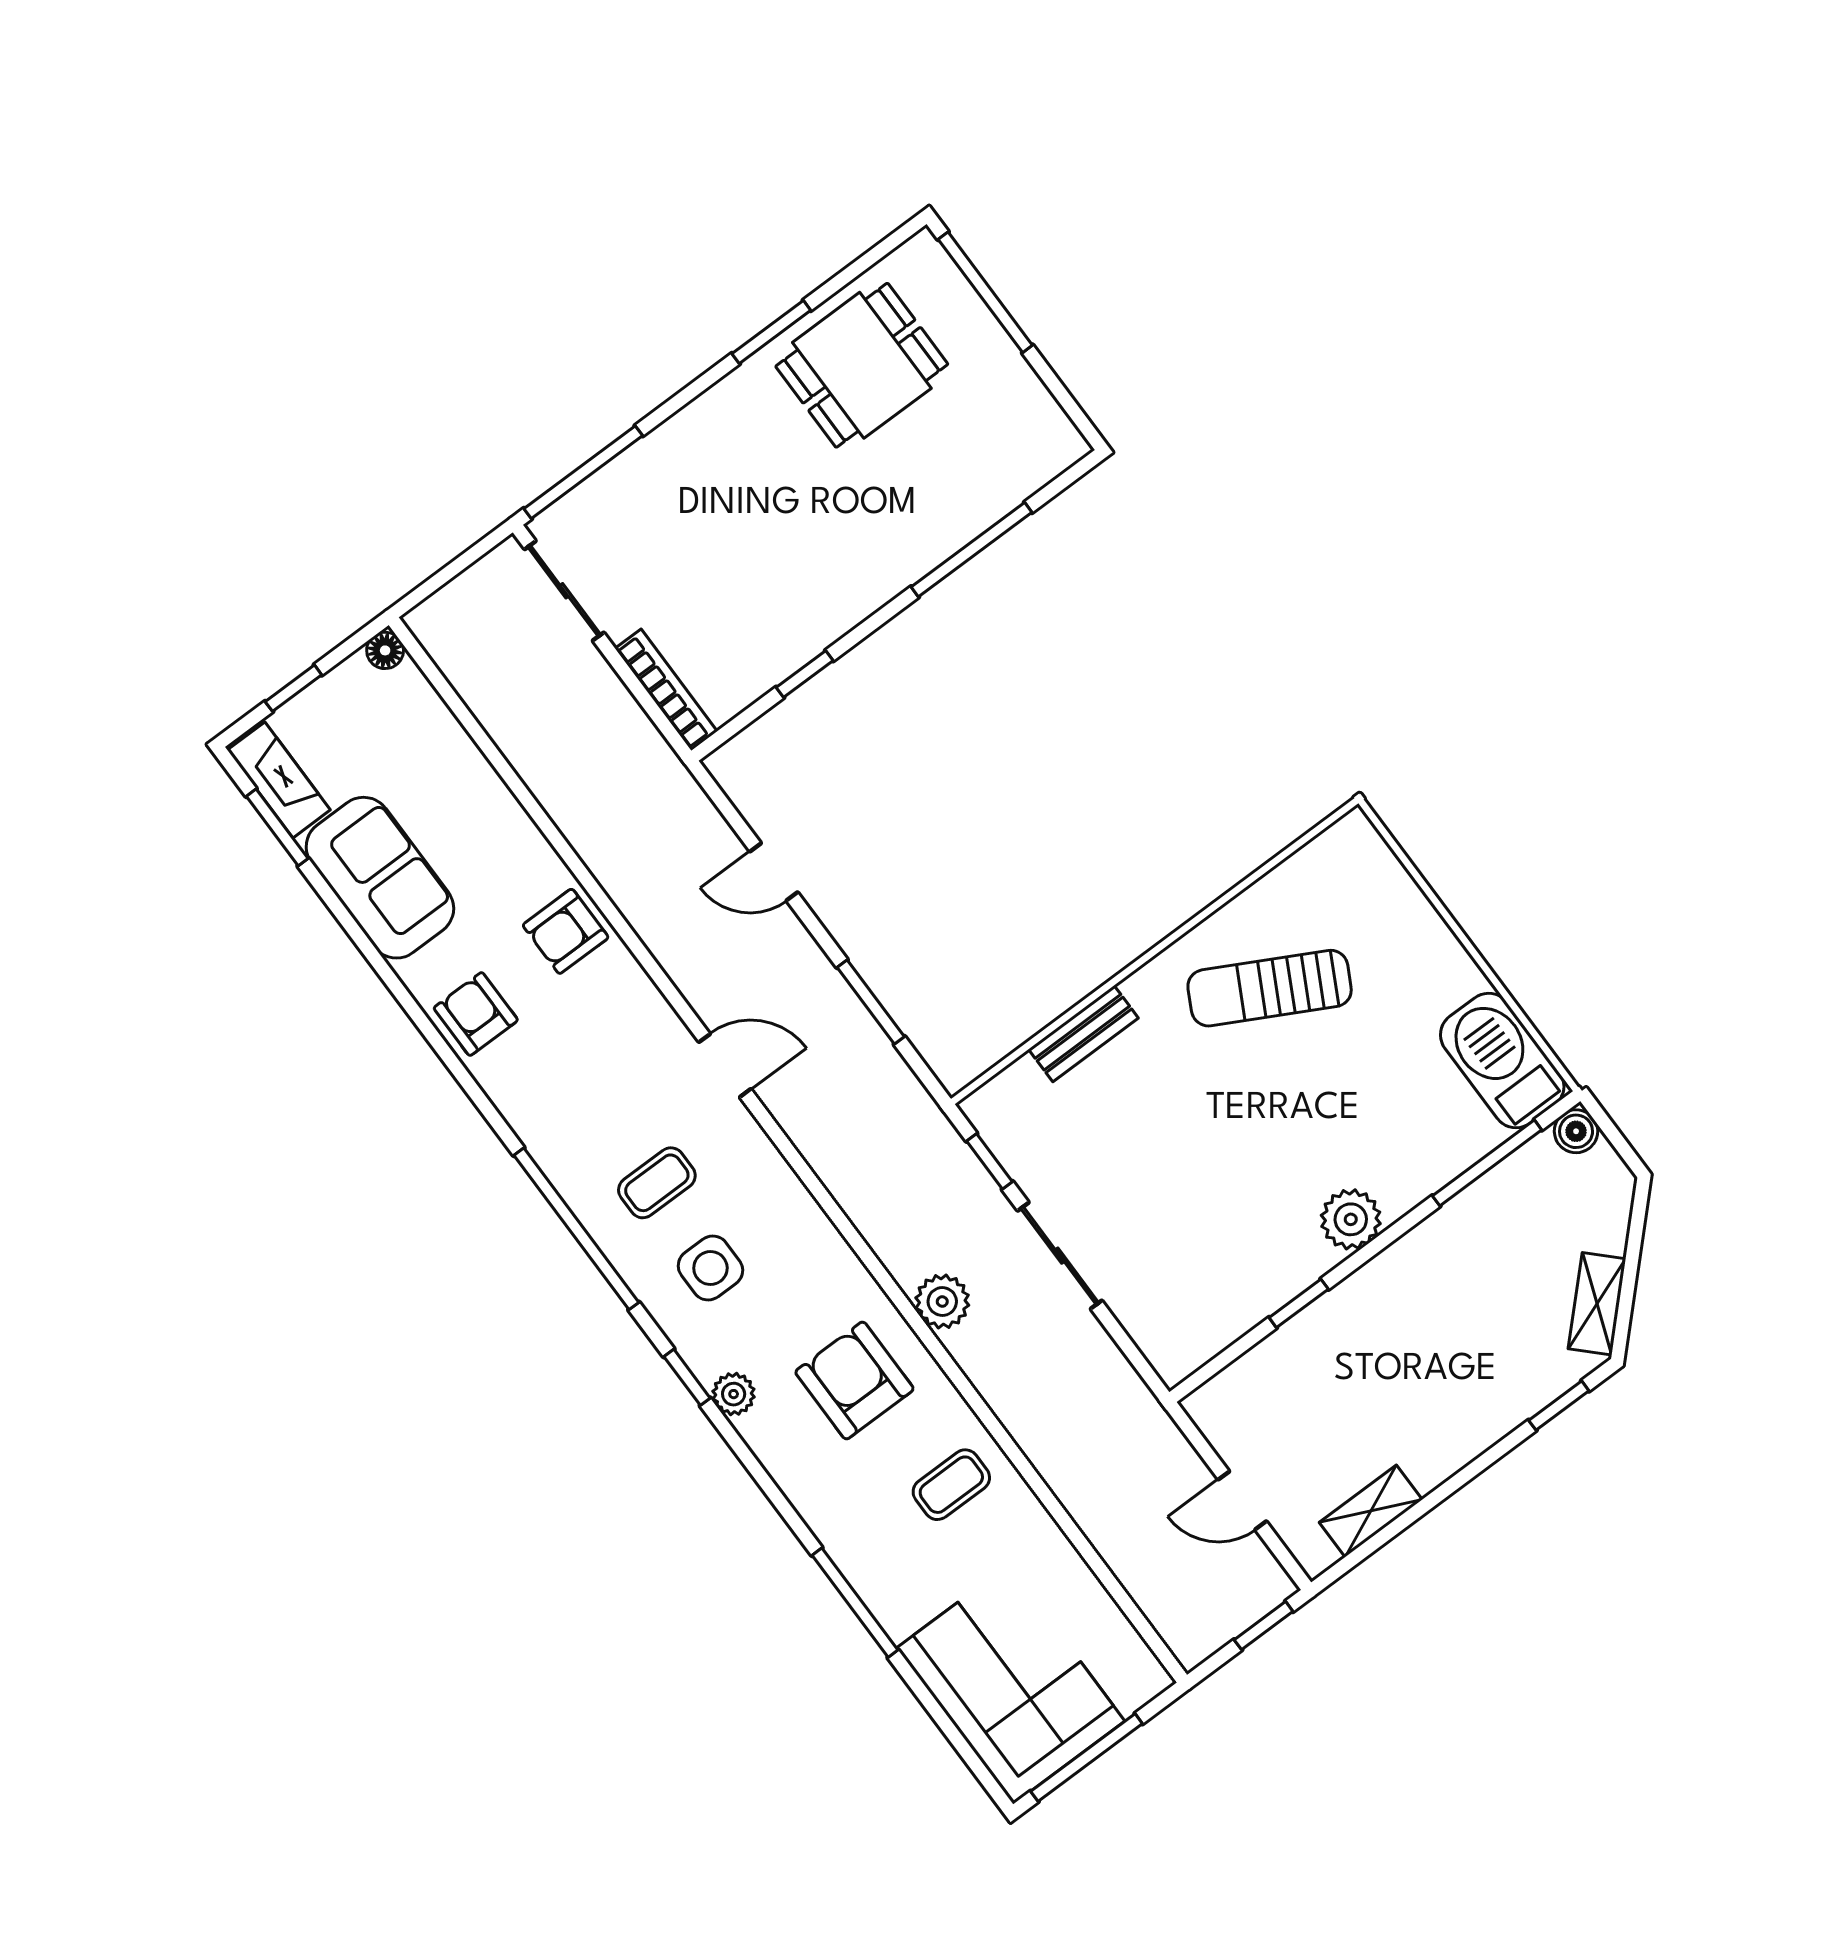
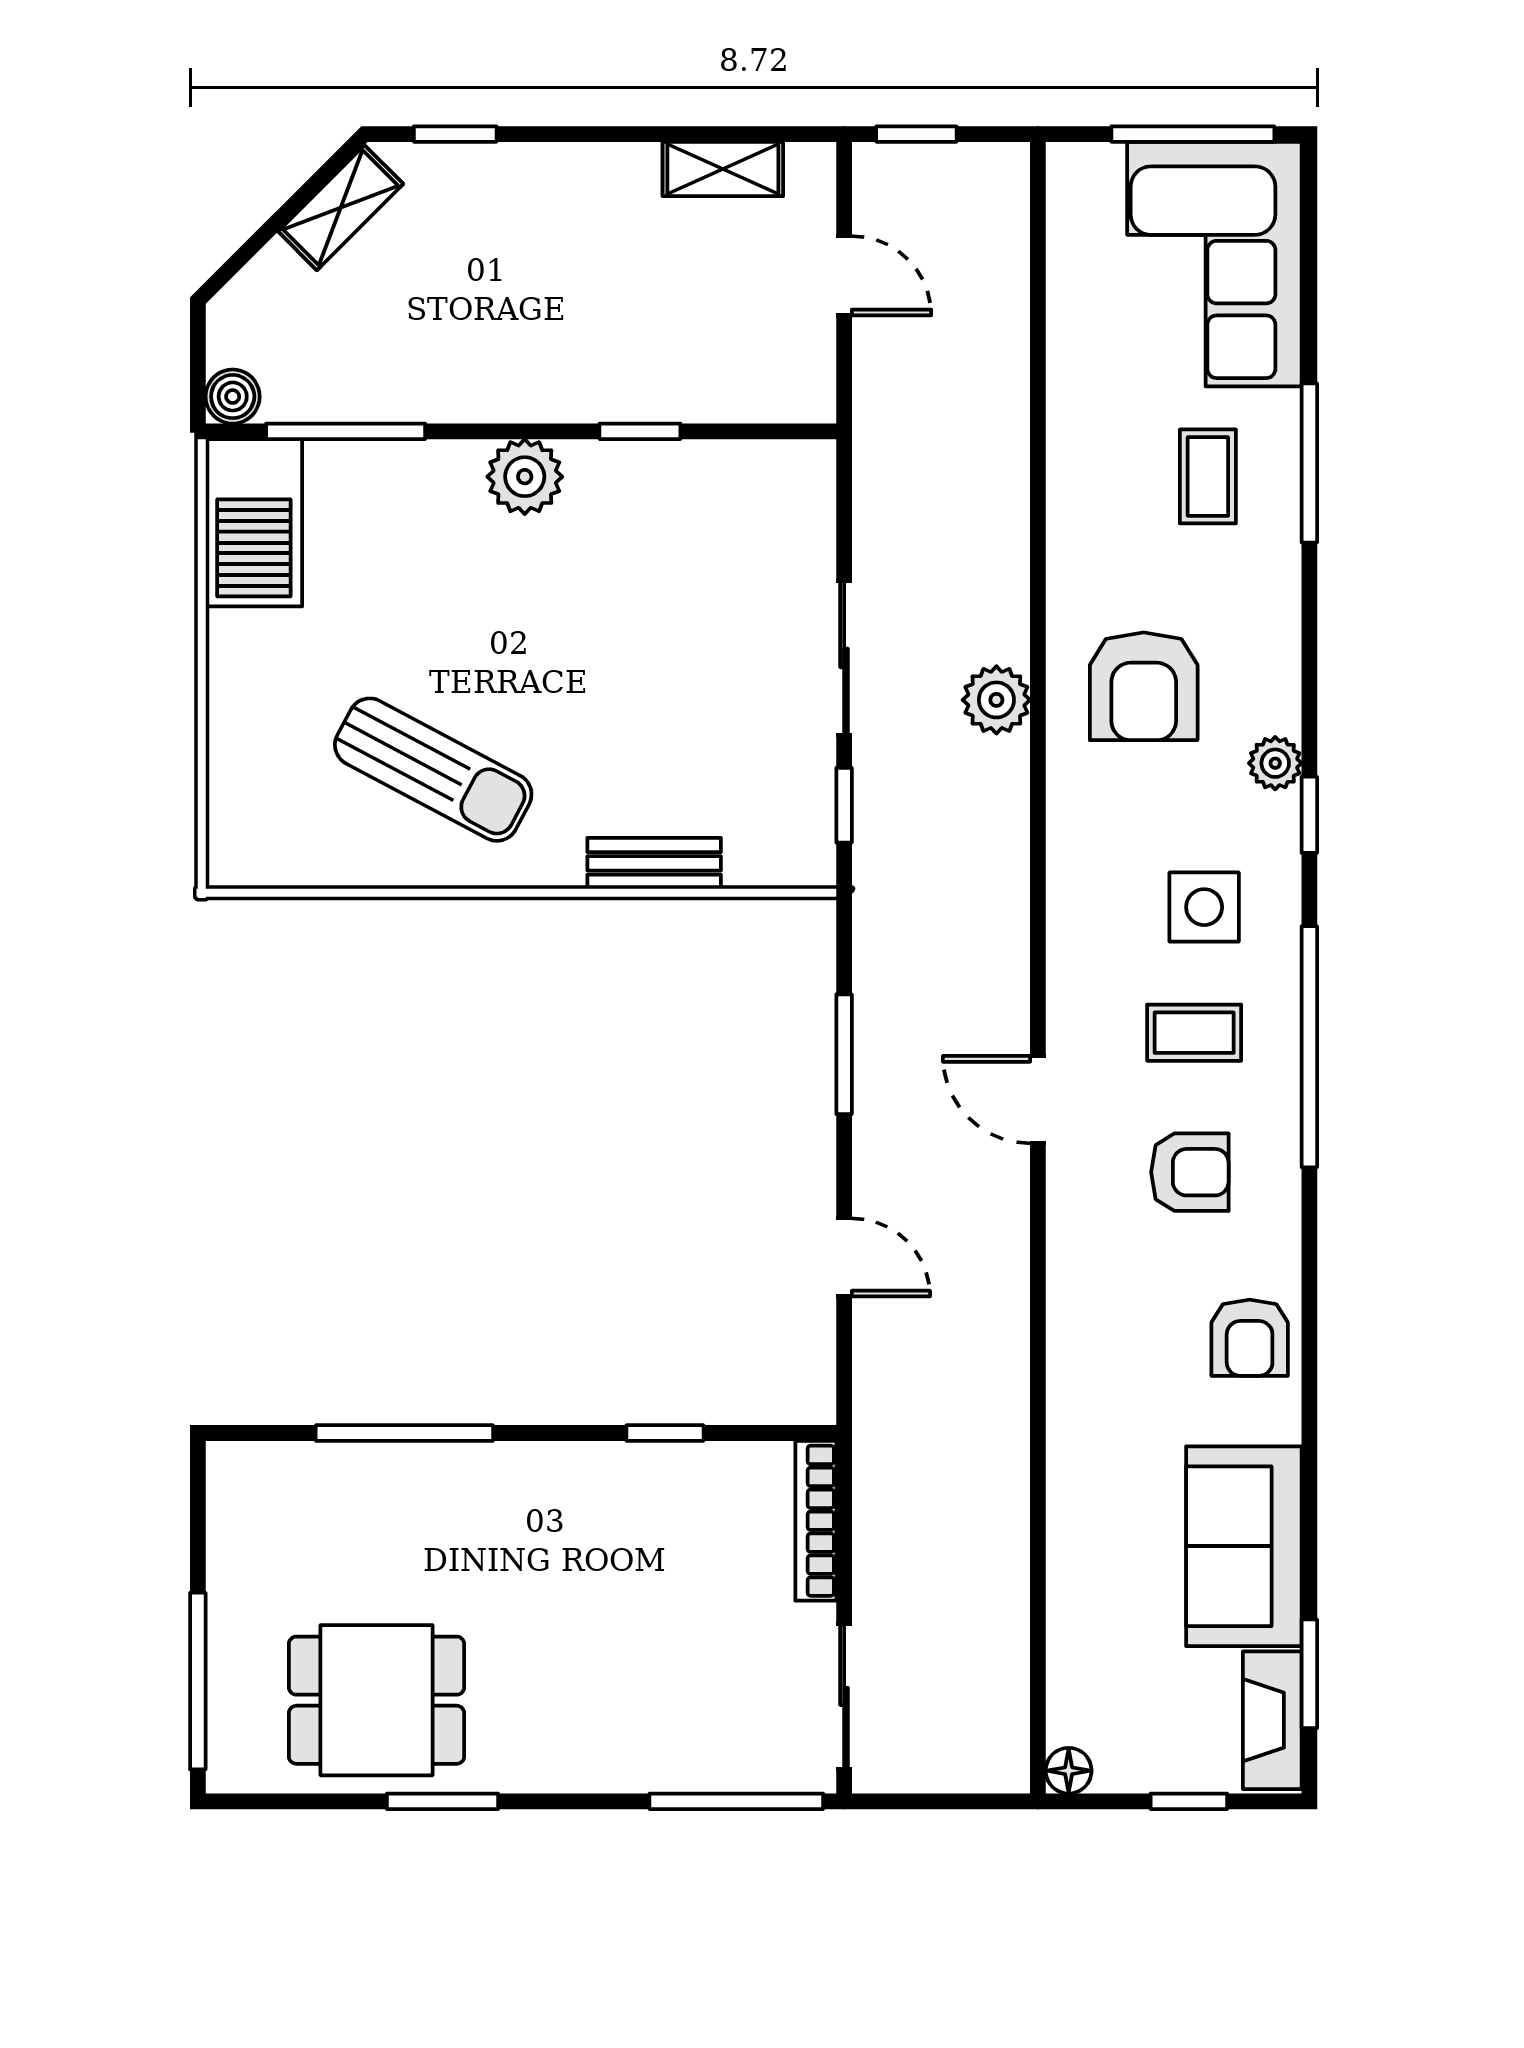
armchair: (566, 931) -> (1190, 1172), moved
coffee table: (951, 1485) -> (1208, 476), moved, turned 90

